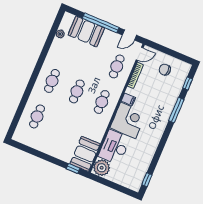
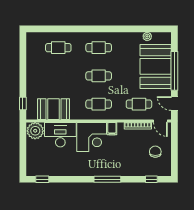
booth: (86, 31) -> (156, 66), width x1.36, depth x1.42
window: (176, 110) -> (107, 179), moved
booth: (85, 154) -> (53, 109), moved

